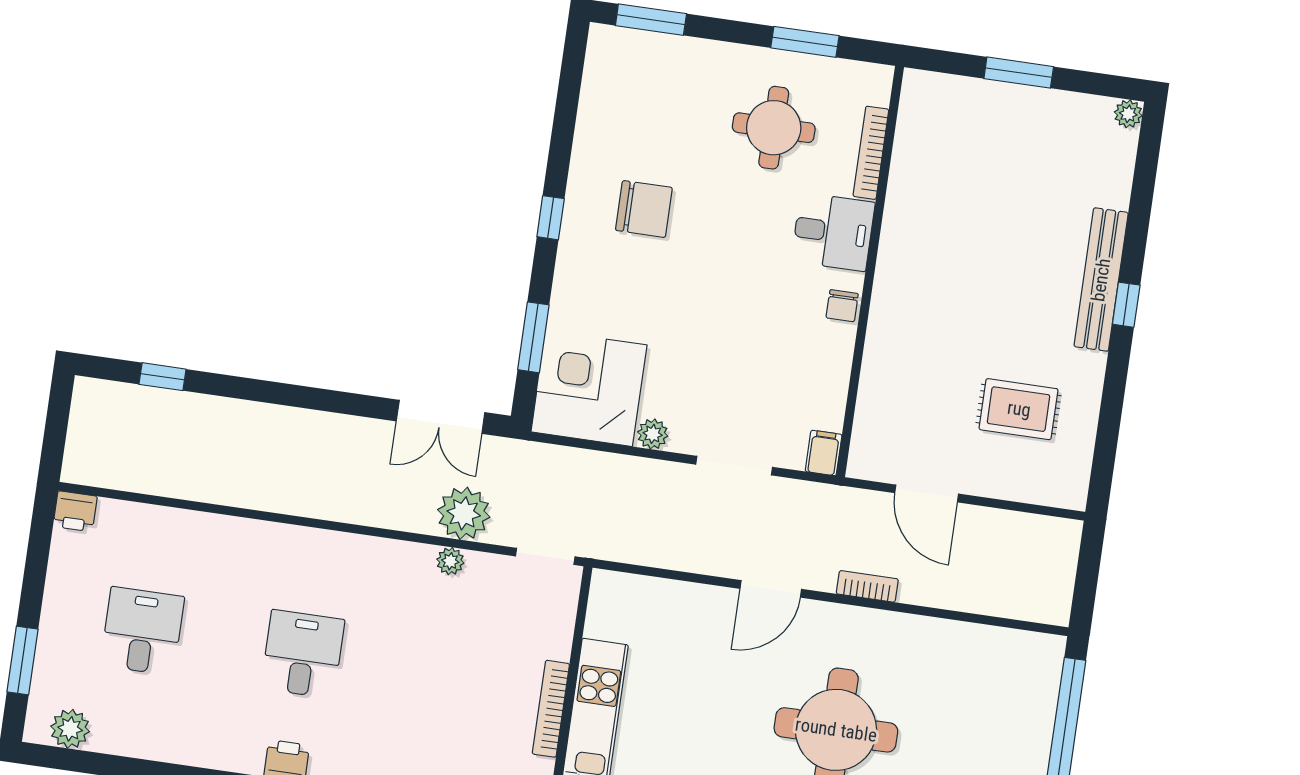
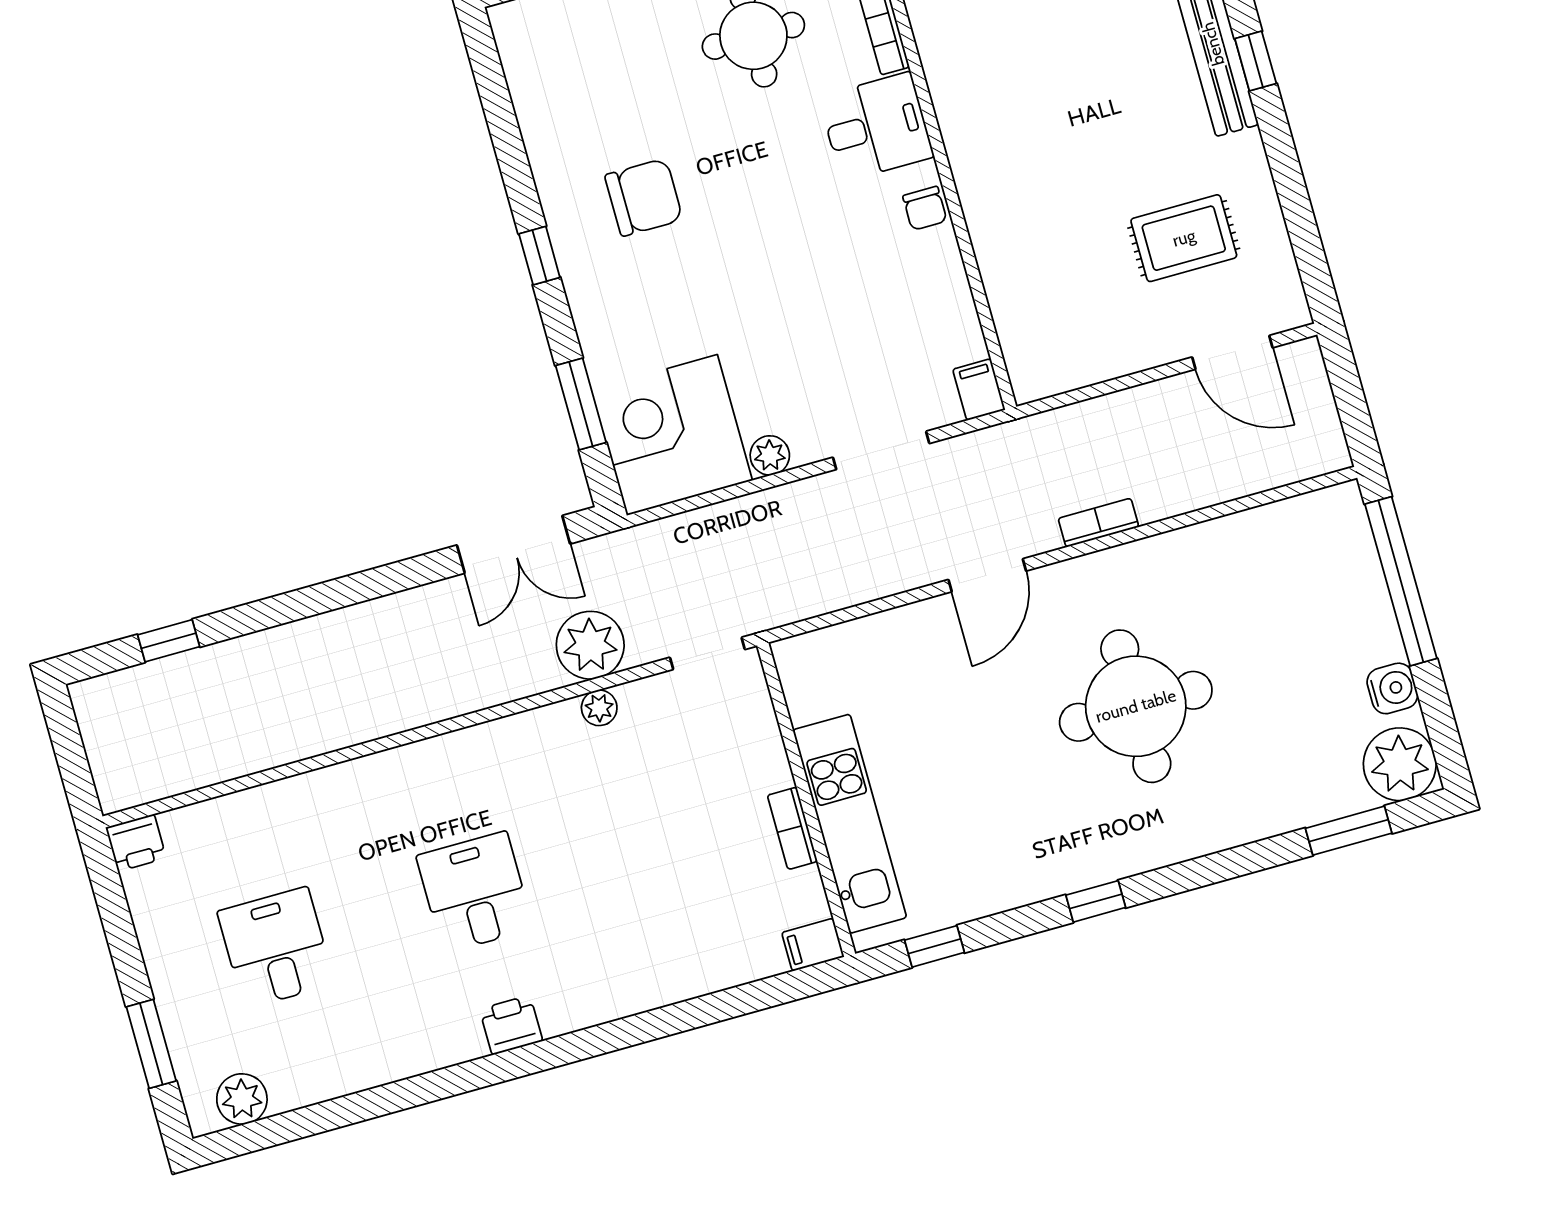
door: (927, 493) -> (1232, 352), moved
bookcase: (551, 709) -> (792, 828), width x0.64

